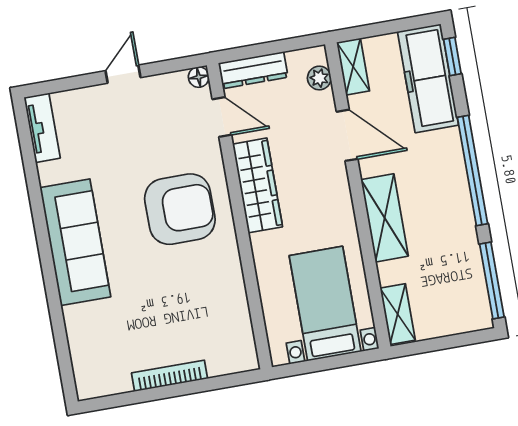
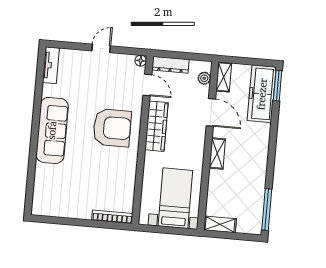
window: (452, 56) -> (278, 86), width x1.50
window: (472, 171) -> (272, 149), removed
shelving: (385, 218) -> (217, 154), width x0.67, depth x0.75
shelving: (398, 314) -> (220, 224), moved, turned 90
bookcase: (169, 376) -> (112, 217), moved

